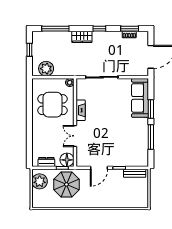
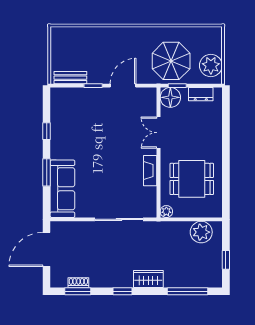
double door: (75, 136) -> (158, 133), swing flipped
window: (151, 137) -> (47, 131), width x0.46

